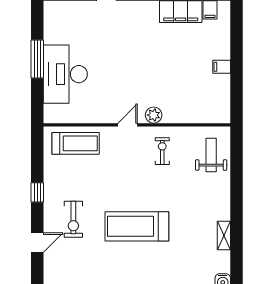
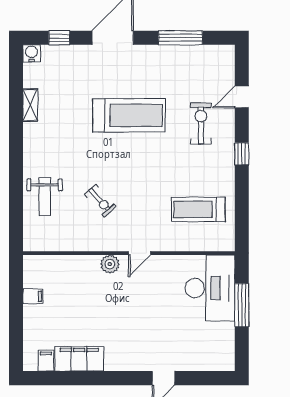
plant: (154, 115) -> (110, 264), moved
door: (128, 125) -> (139, 253), moved
wall: (137, 125) -> (129, 253), moved
exercise bike: (162, 151) -> (100, 201), turned -42

